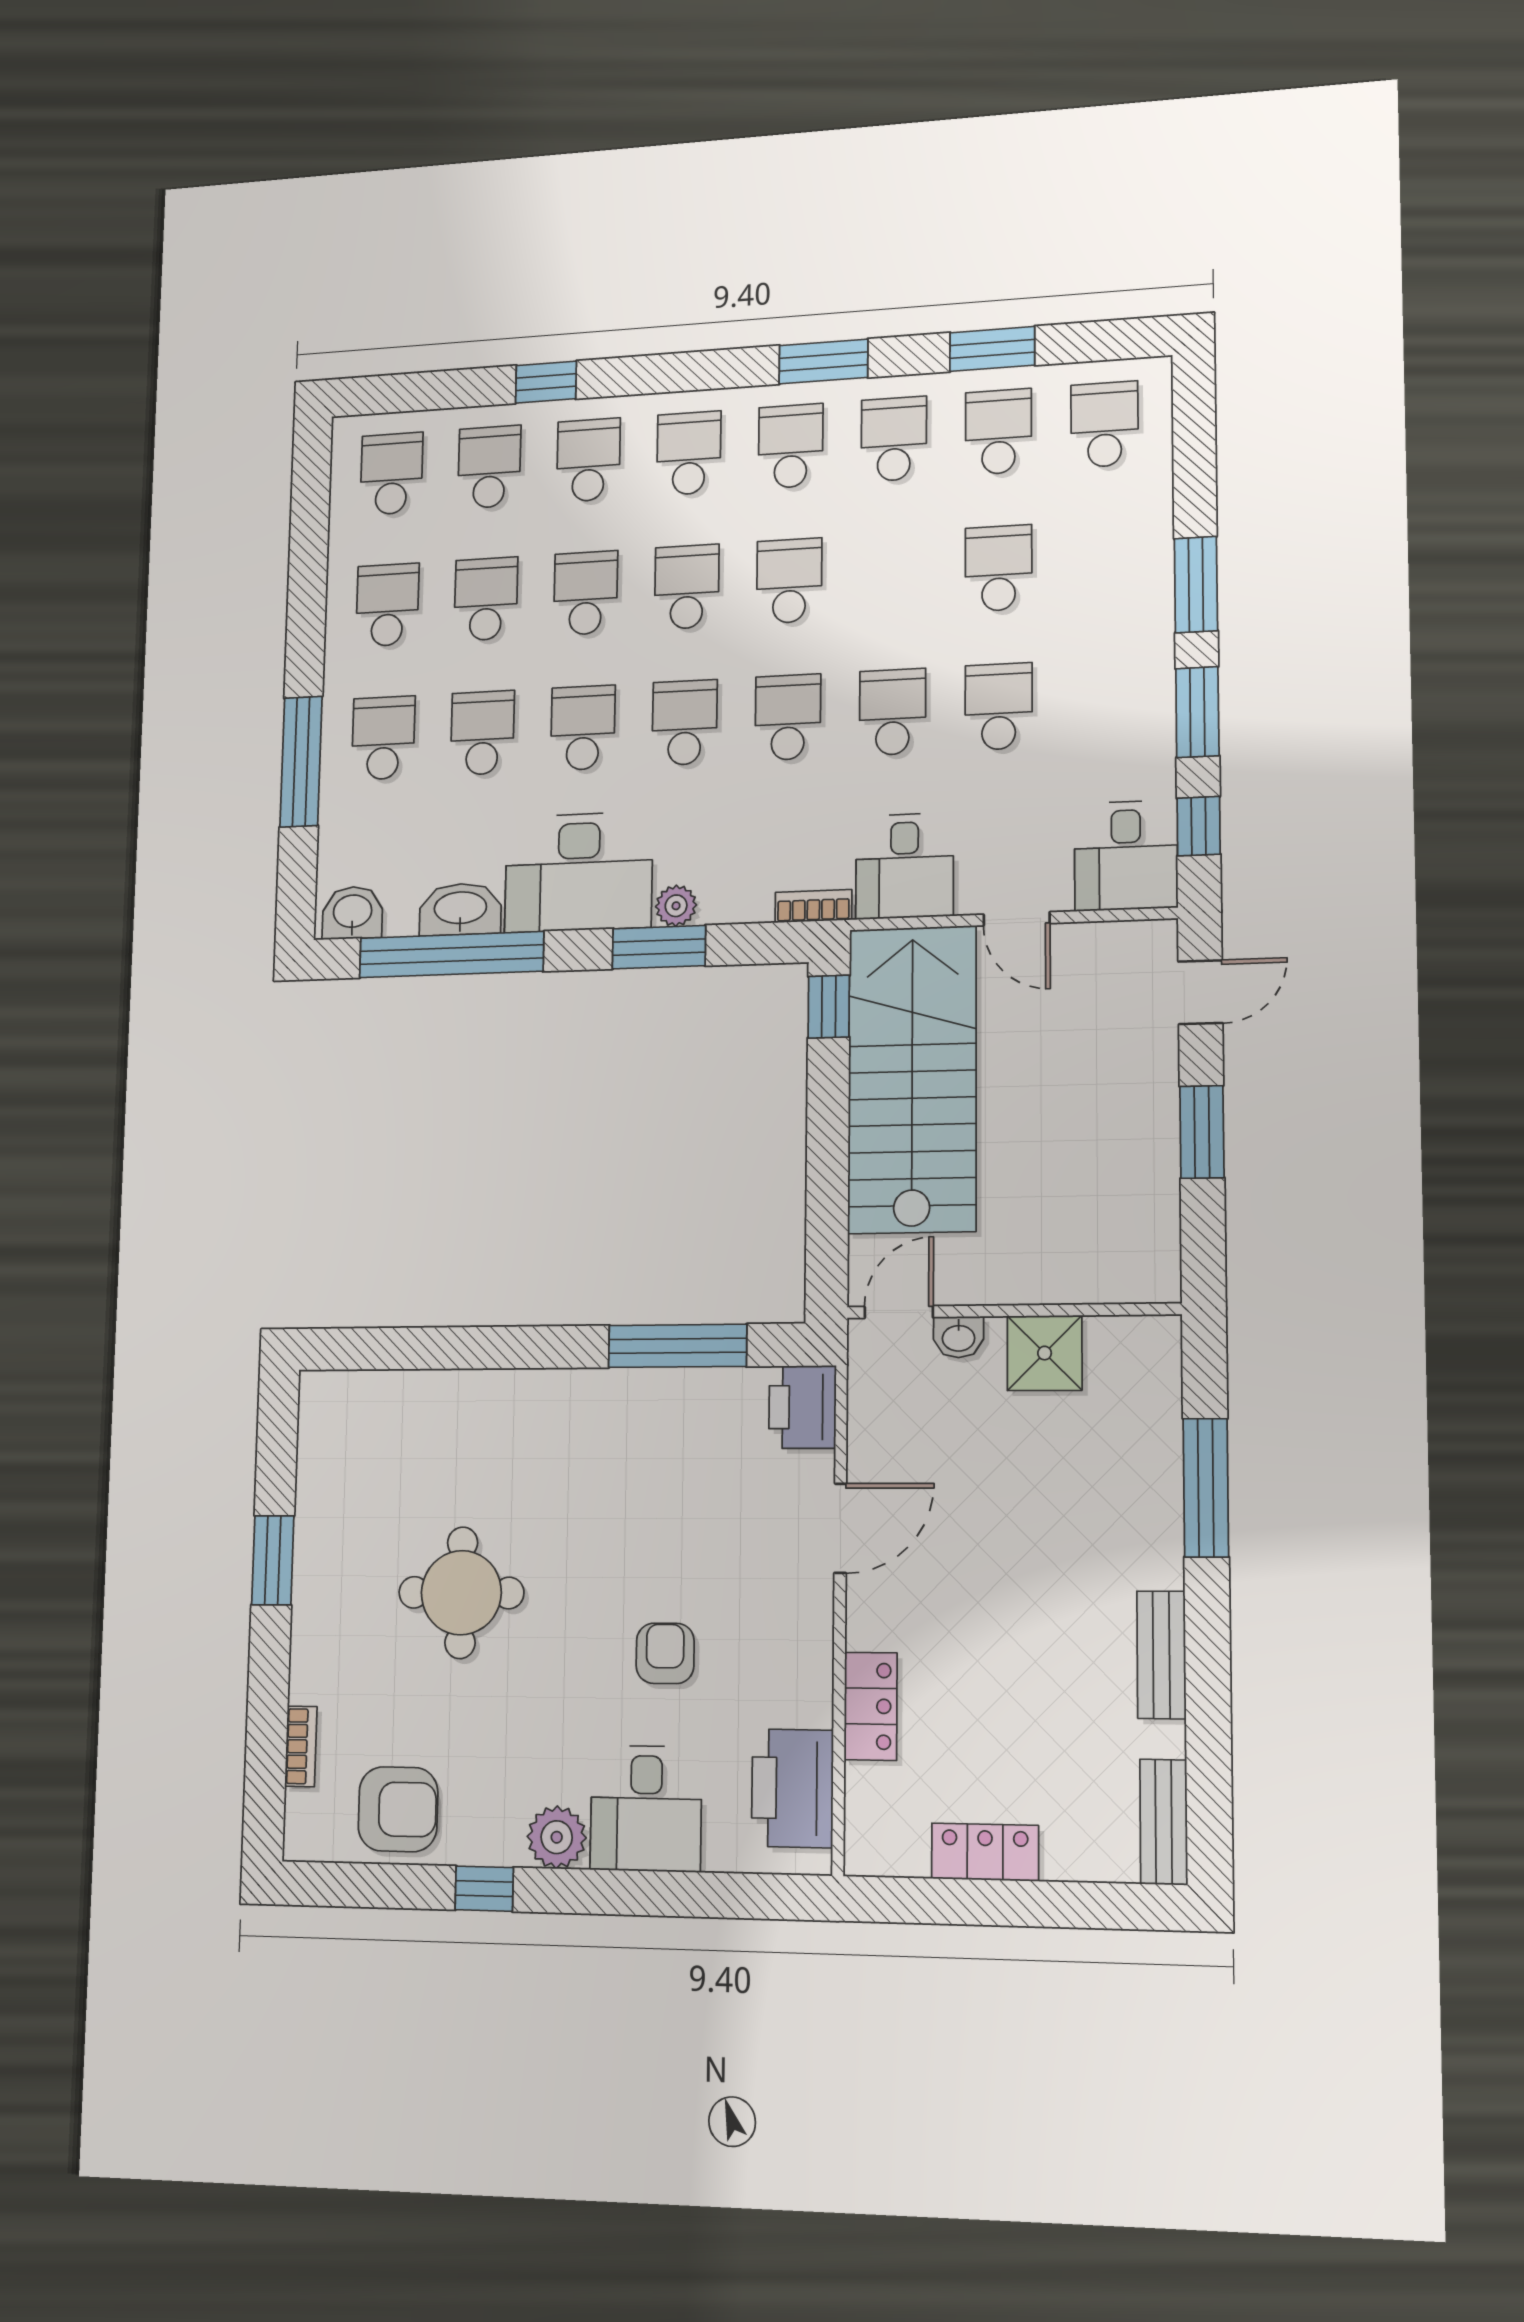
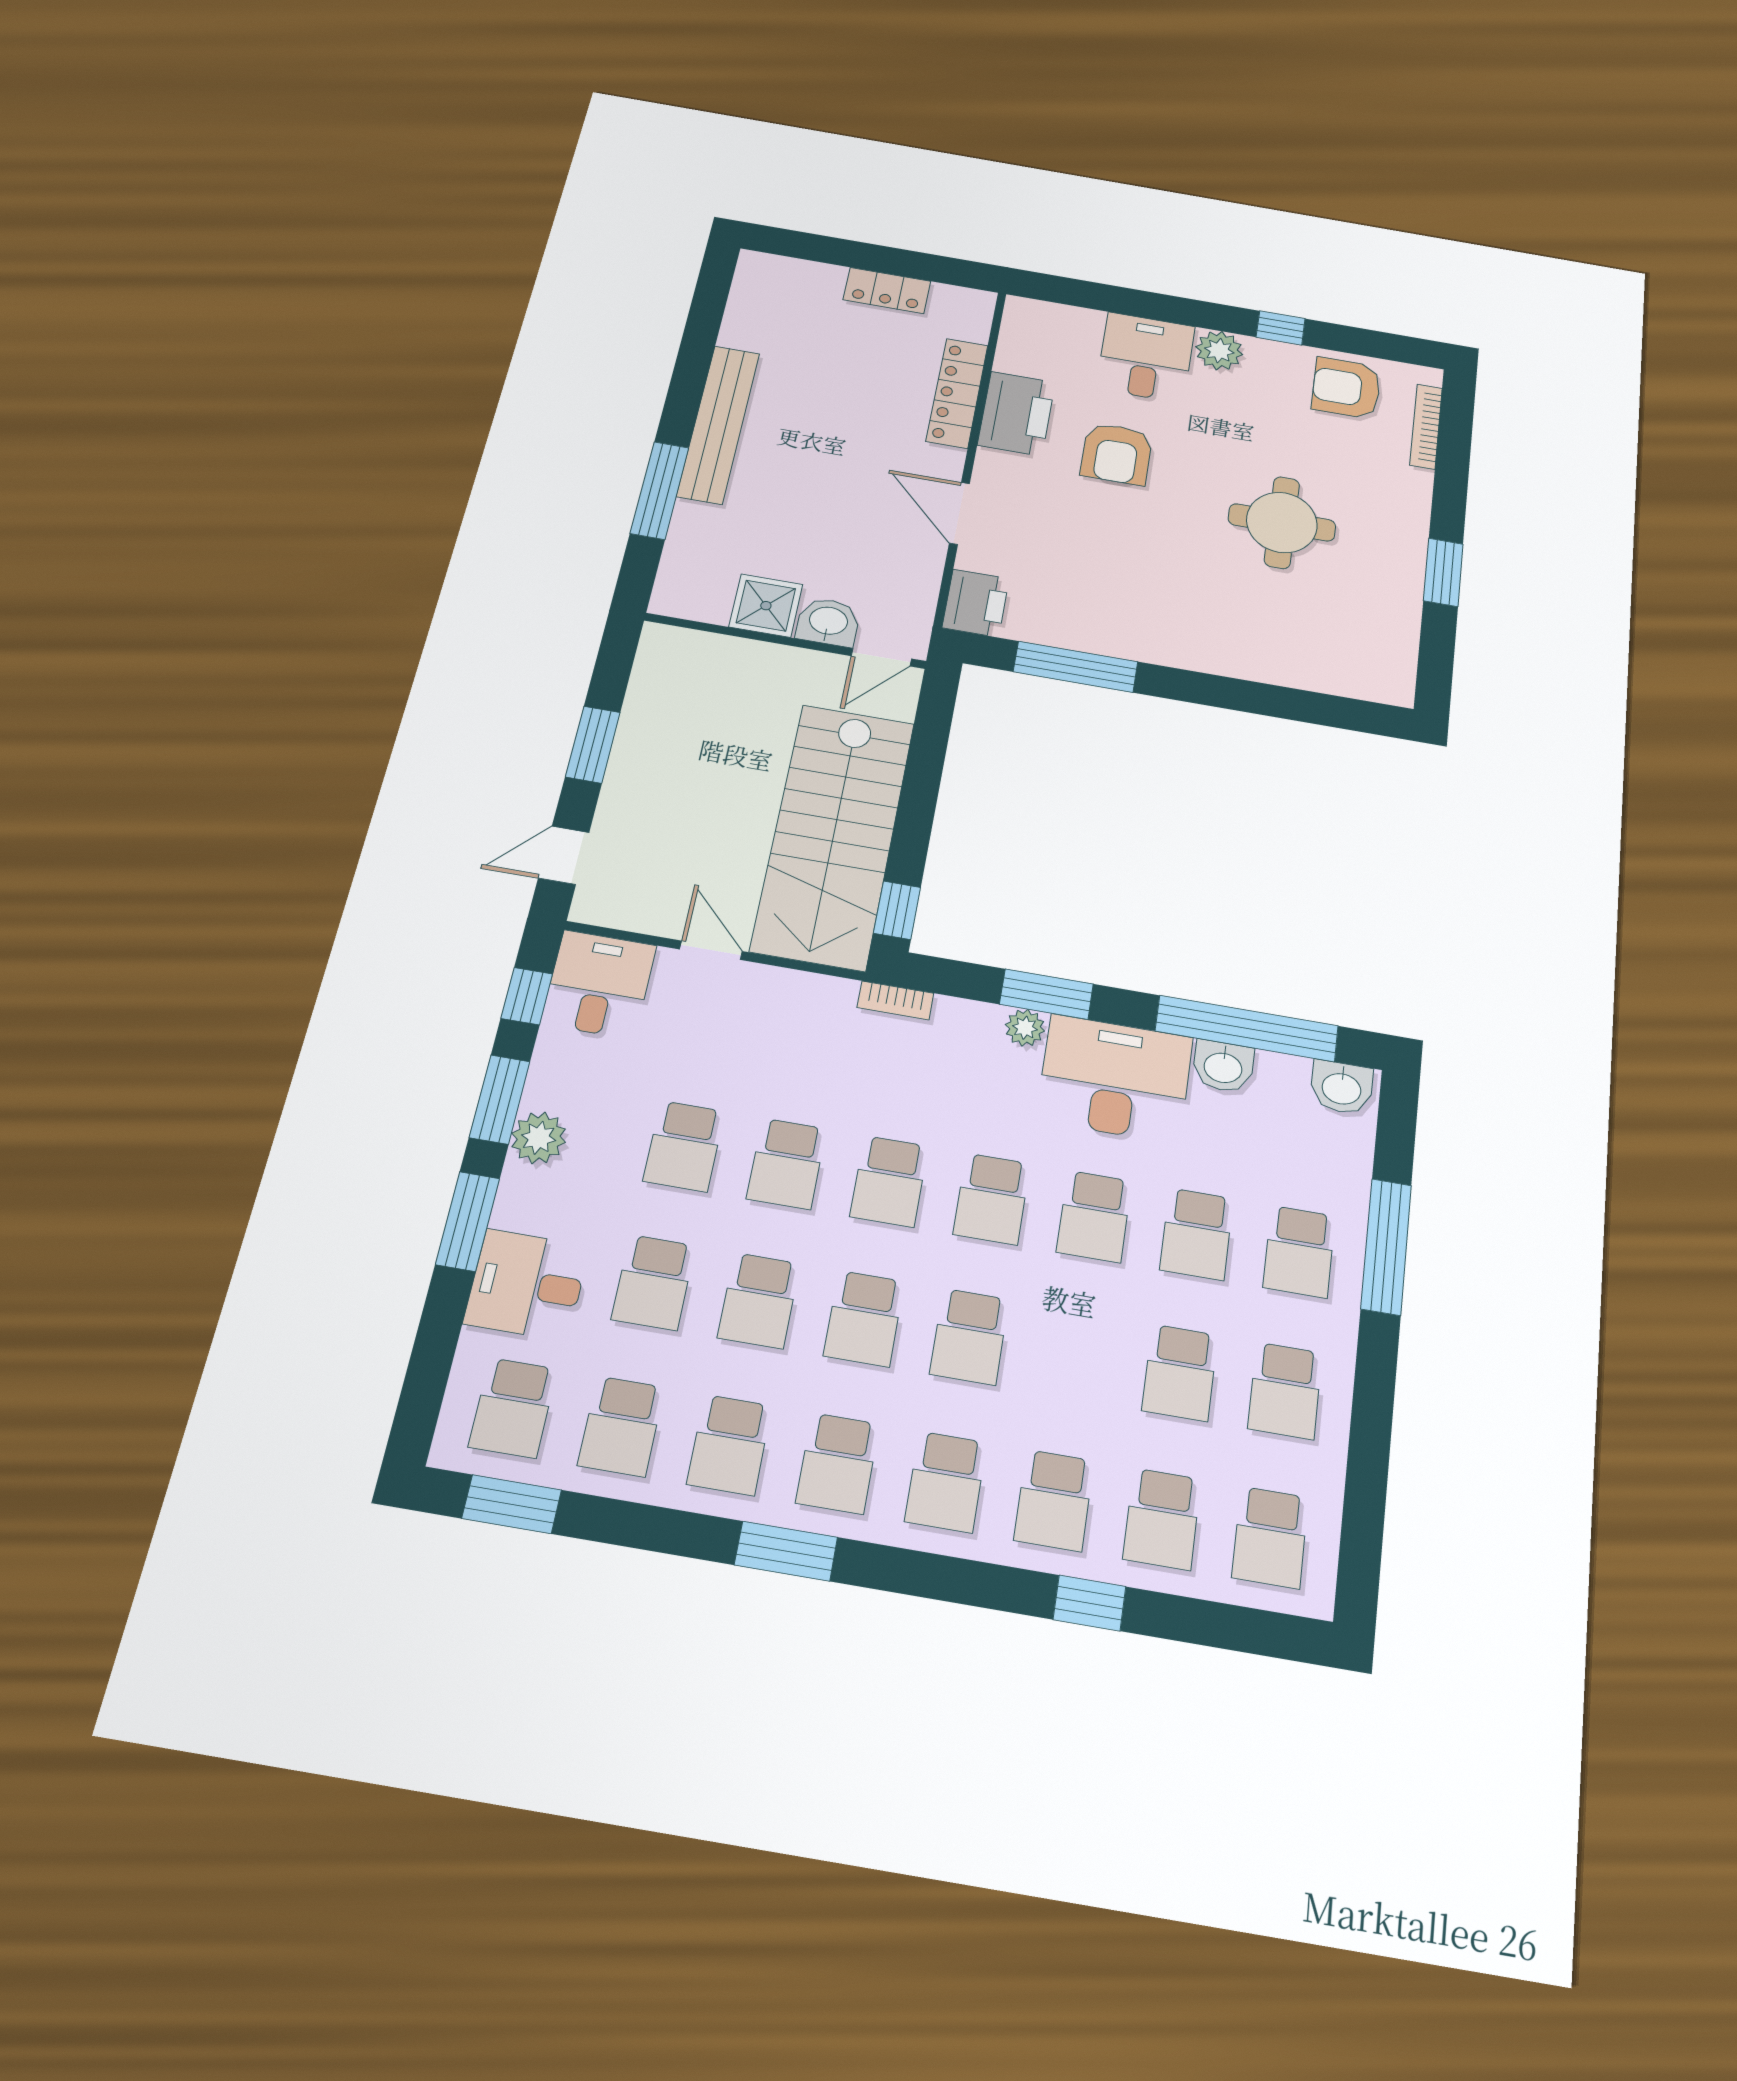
window: (992, 349) -> (512, 1504), moved
school desk: (586, 593) -> (759, 1300), moved
plant: (1147, 682) -> (539, 1138), added
desk: (905, 866) -> (527, 1285), moved, turned -90
washbasin: (460, 909) -> (1223, 1066), width x0.72
washbasin: (959, 1337) -> (828, 622), width x1.38, depth x1.45
door: (840, 1528) -> (959, 513), hinge flipped
armchair: (665, 1653) -> (1117, 454), width x1.38, depth x1.38
bench: (1161, 1655) -> (718, 424), width x1.86, depth x1.21
locker: (871, 1706) -> (957, 393), width x1.53
bookcase: (301, 1746) -> (1426, 427), width x1.56
printer: (792, 1788) -> (1016, 414), moved
bench: (1164, 1822) -> (748, 288), removed

